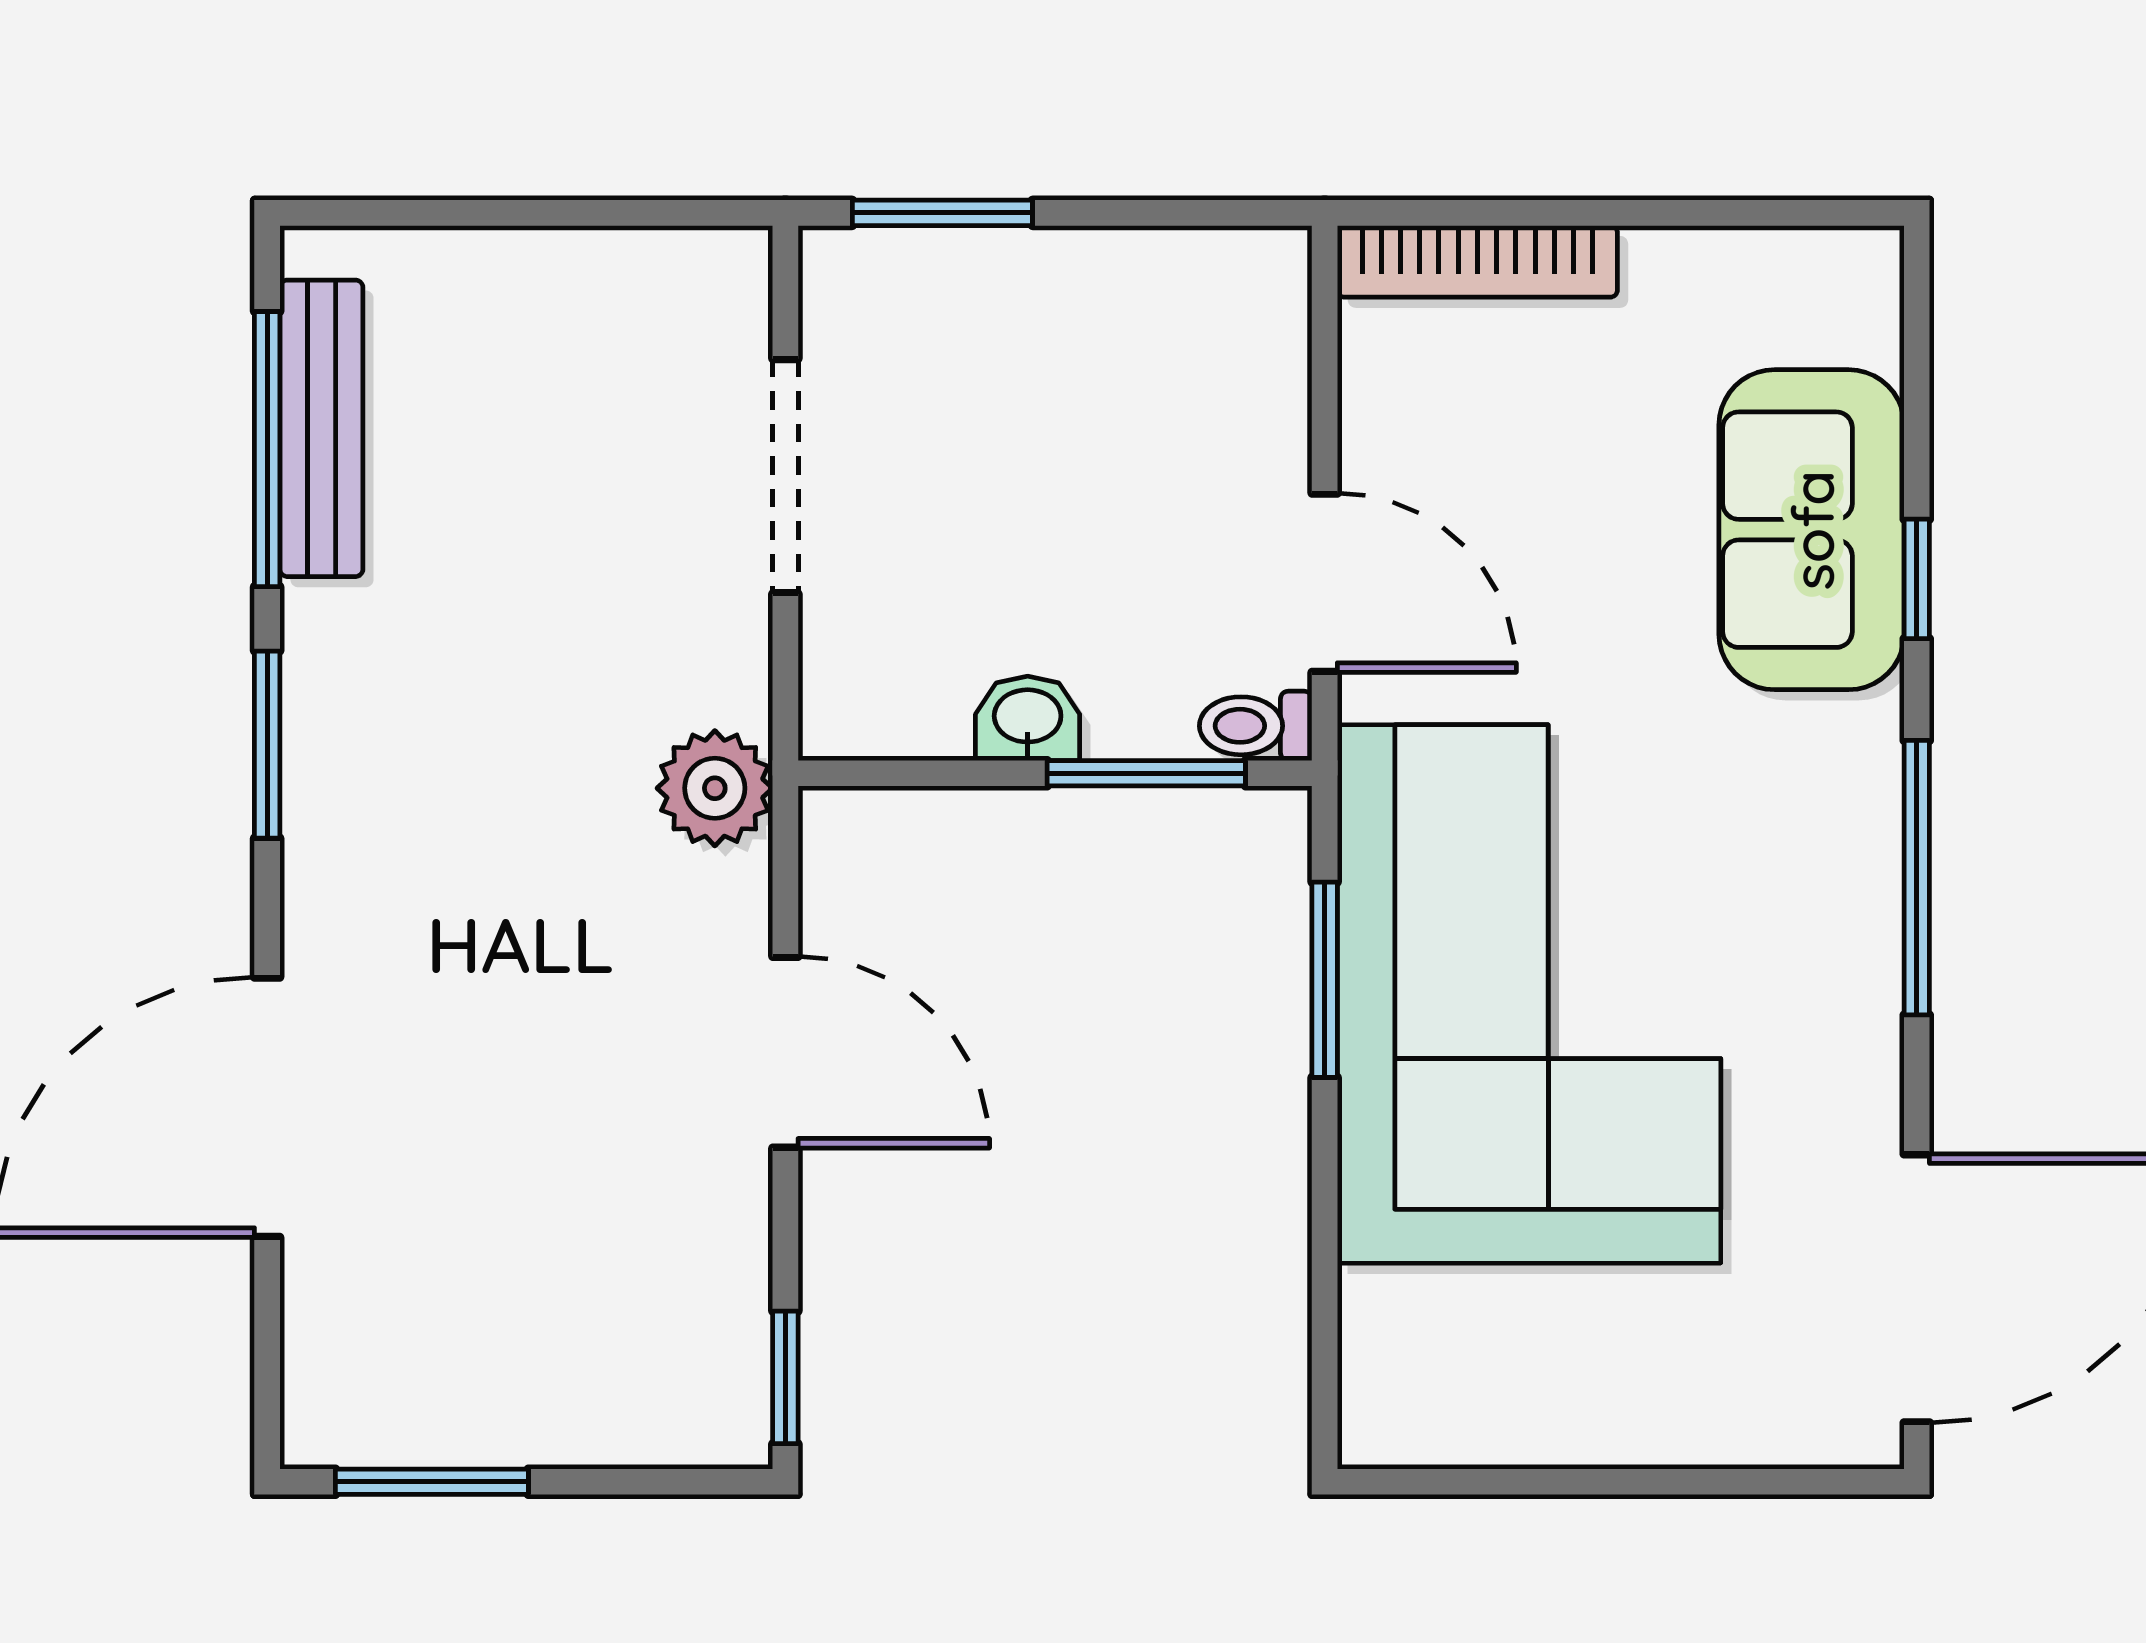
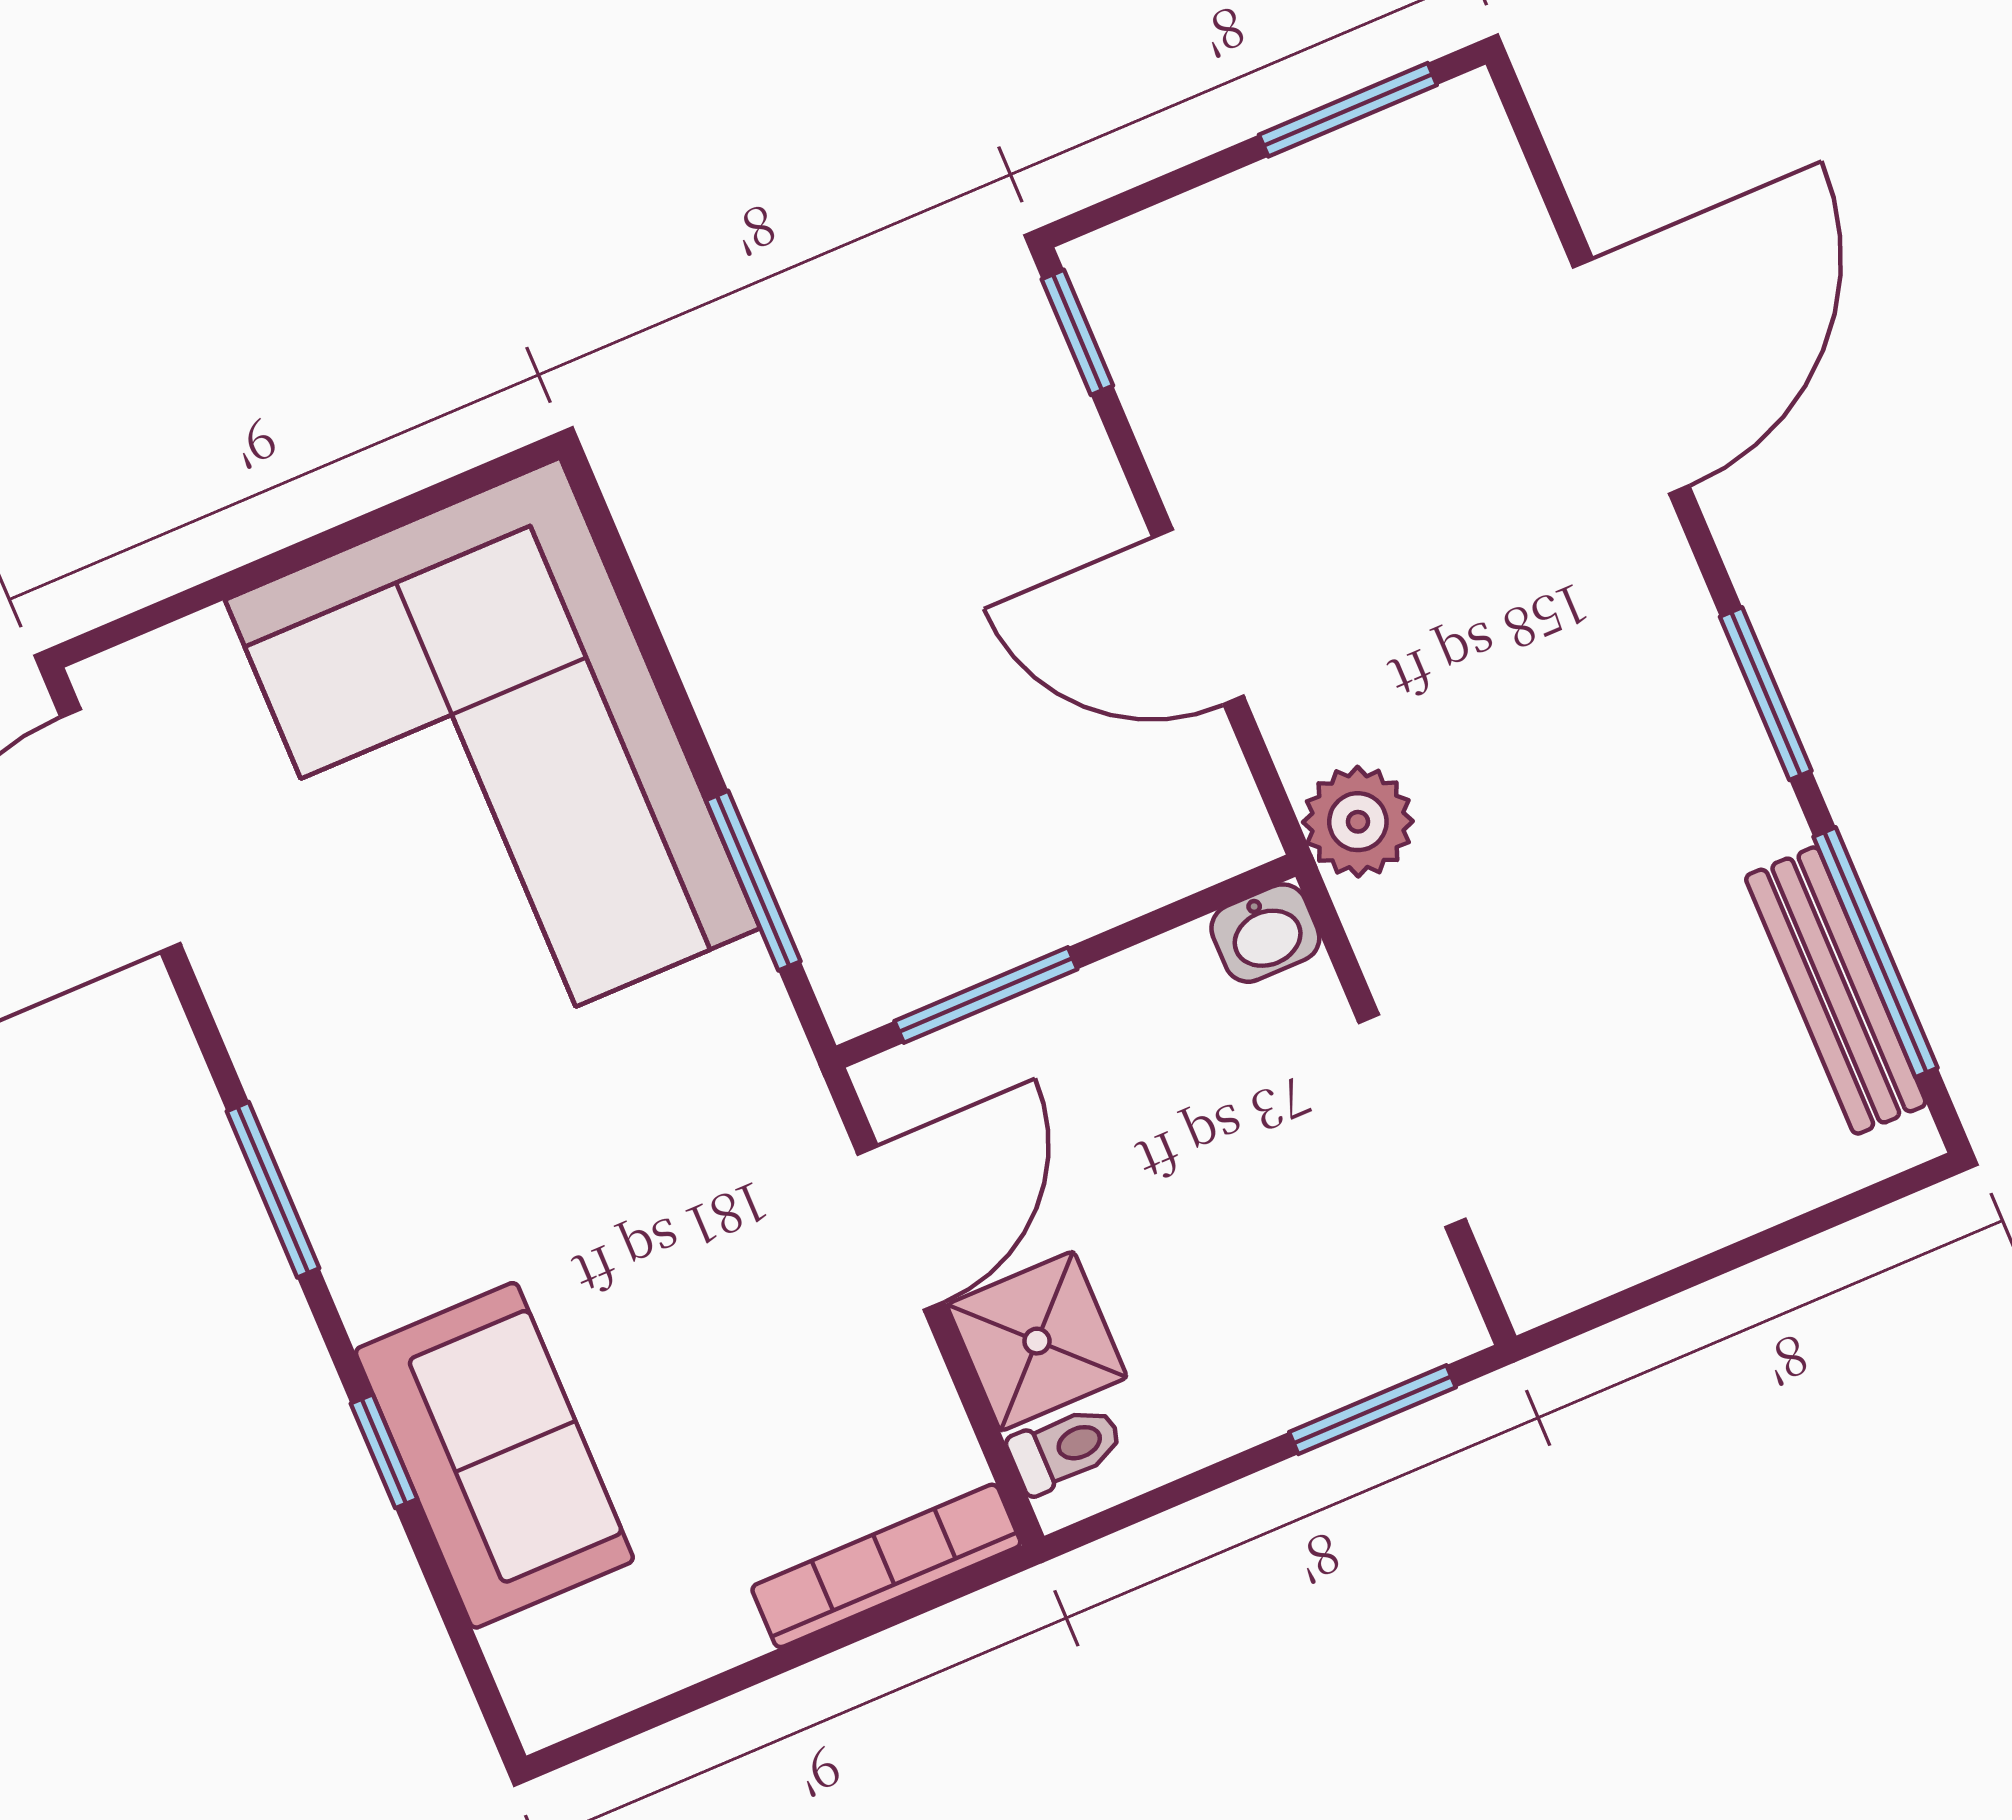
shower: (1239, 417) -> (1037, 1341), added
door: (1325, 583) -> (901, 1228), swing flipped
washbasin: (1028, 718) -> (1265, 933), moved
toilet: (1256, 726) -> (1065, 1449), moved
window: (1917, 878) -> (273, 1190), width x0.69
corner sofa: (1529, 994) -> (493, 764), moved

